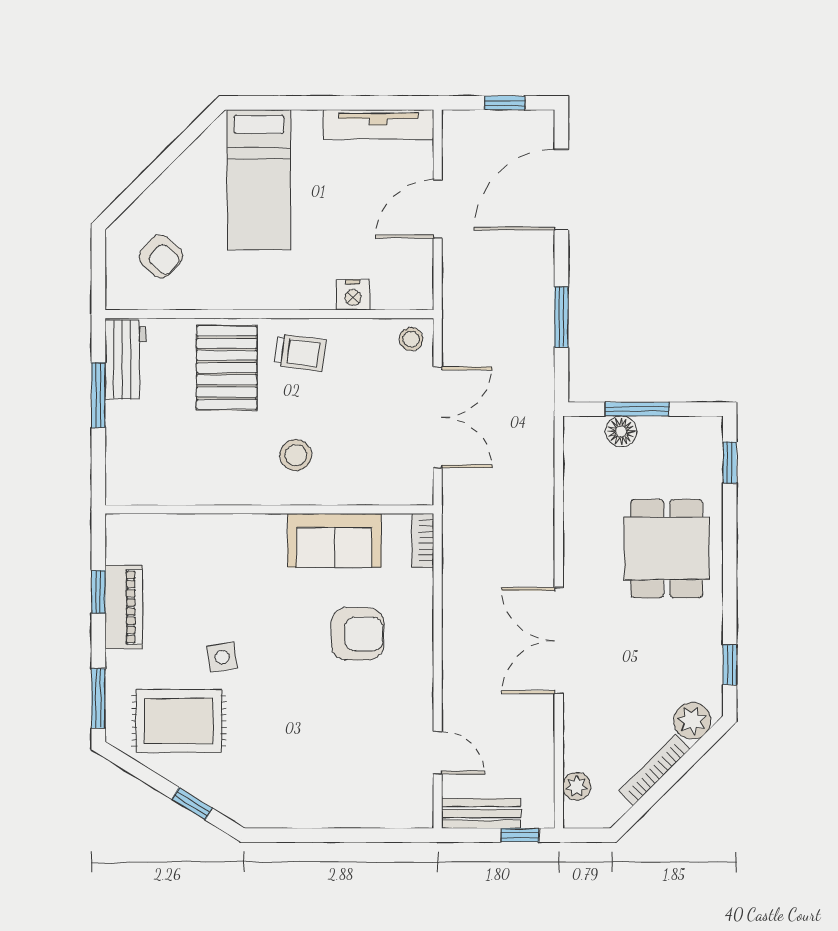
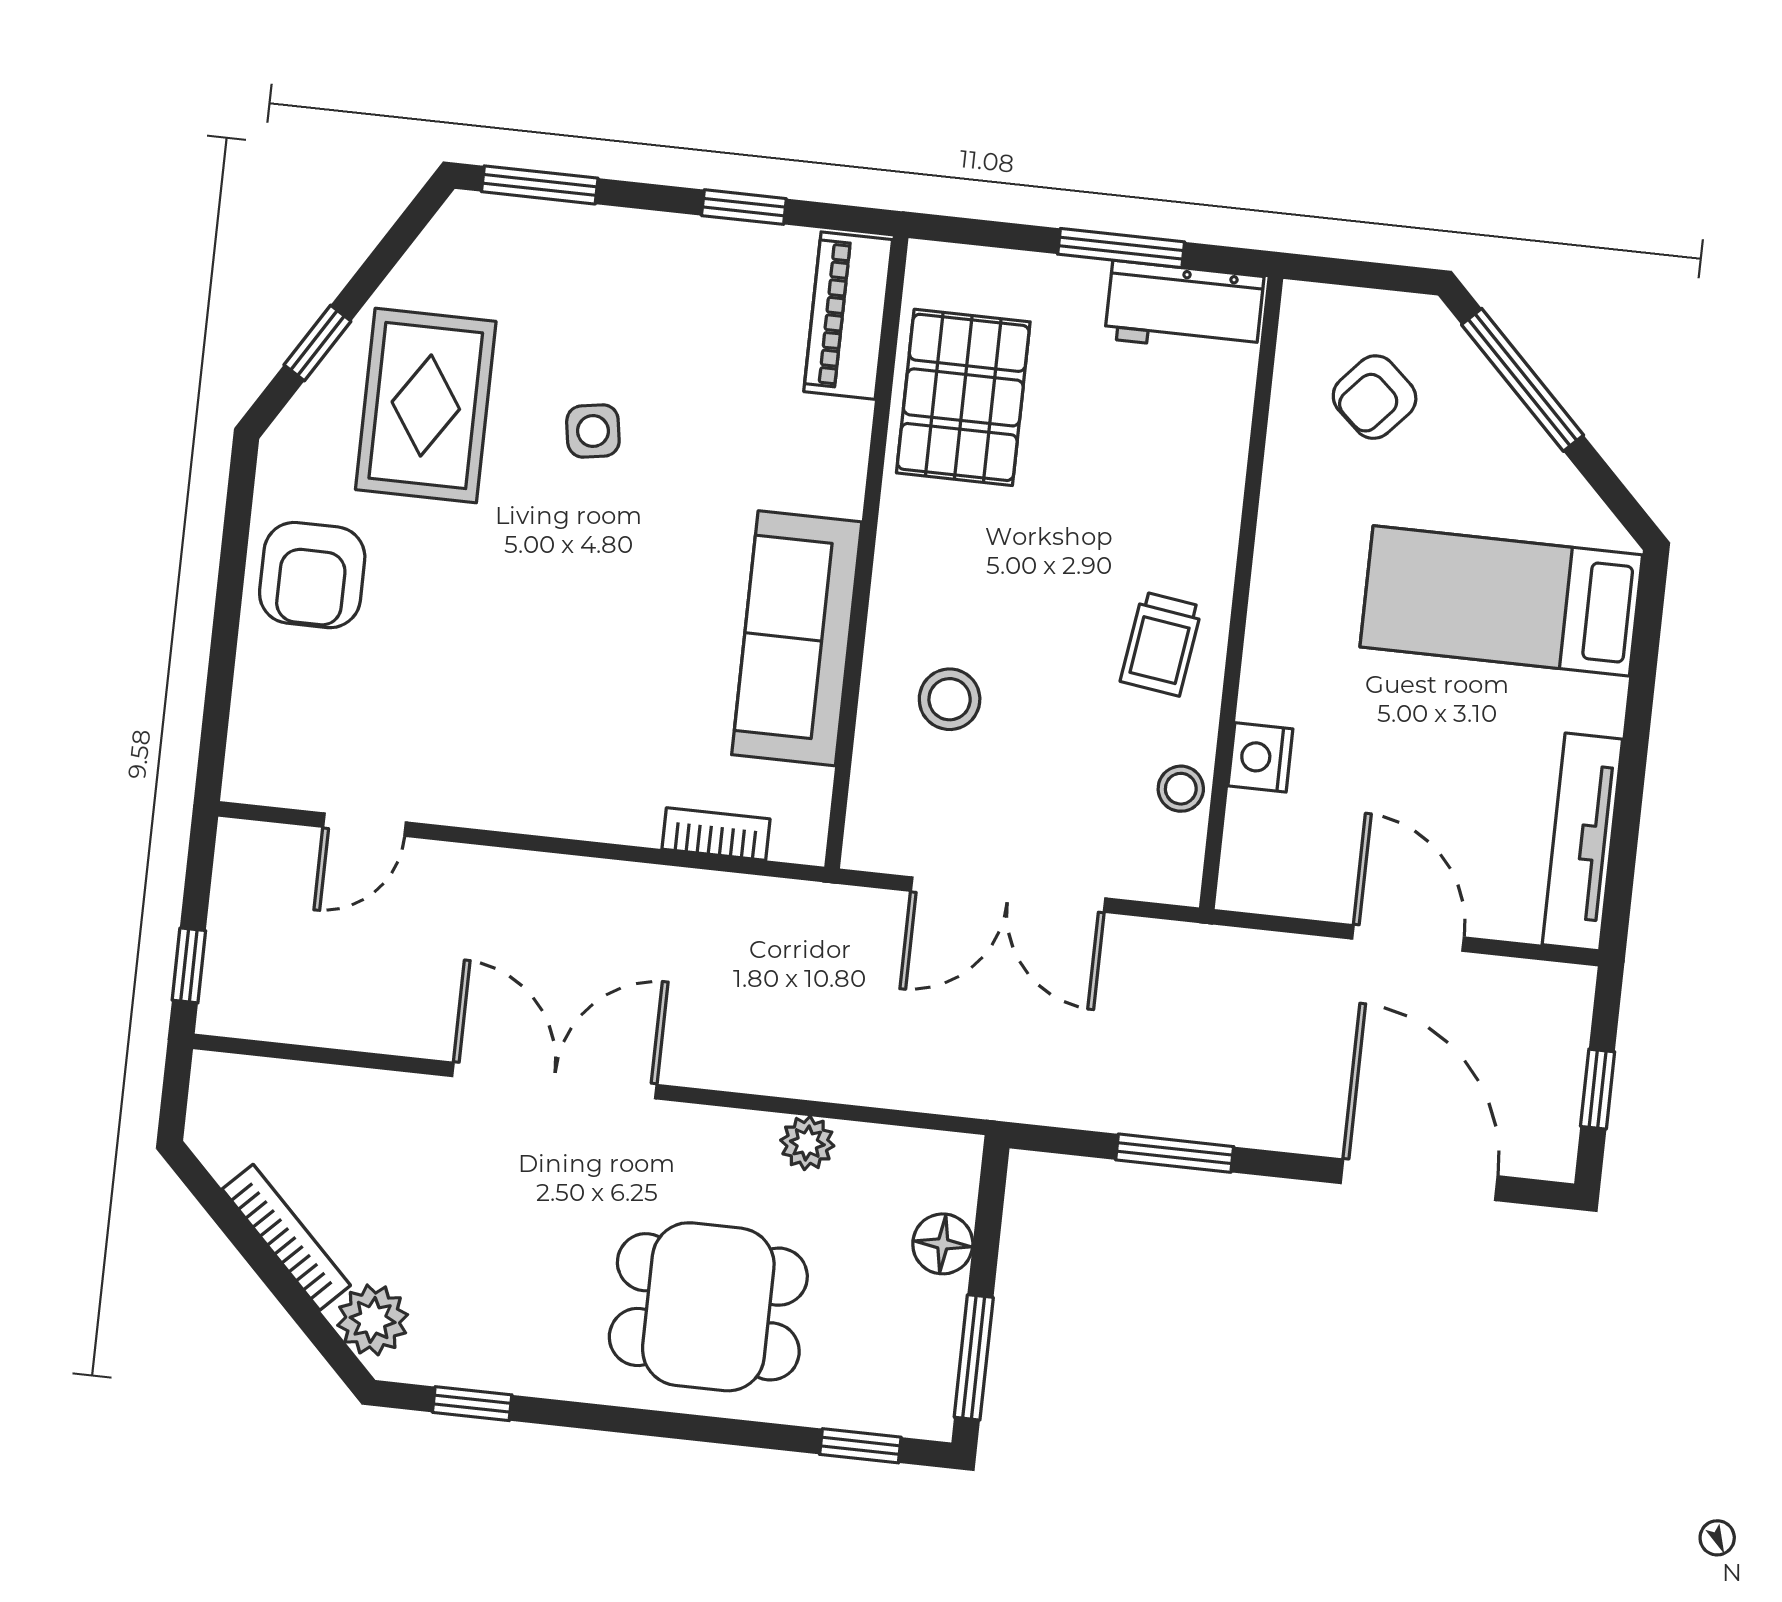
window: (144, 181) -> (1523, 380), added
stool: (411, 339) -> (1181, 789), moved
pallet: (227, 368) -> (963, 397), moved, turned 90
window: (637, 409) -> (974, 1357), moved
stool: (296, 455) -> (950, 699), moved
sofa: (334, 540) -> (797, 638), width x1.36
bookcase: (423, 540) -> (716, 834), moved
piano: (124, 607) -> (848, 316), moved, turned 90
armchair: (357, 634) -> (312, 575), moved
rug: (179, 721) -> (426, 406), moved
plant: (577, 786) -> (807, 1143), moved
bench: (481, 813) -> (239, 895), removed

